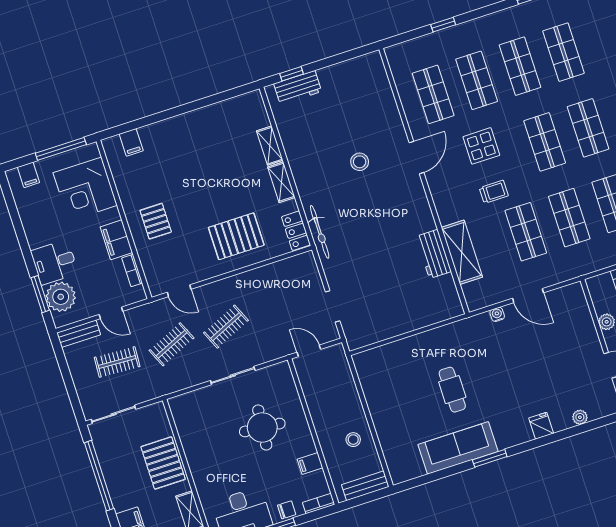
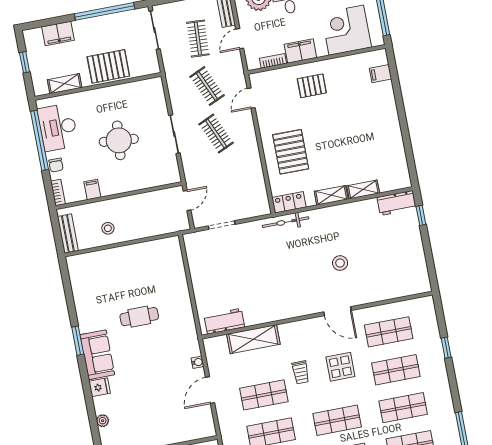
workbench: (298, 88) -> (397, 203), moved, turned -90
workbench: (434, 254) -> (224, 321), moved
round table: (262, 428) -> (119, 140), moved
sofa: (458, 448) -> (97, 355), moved, width x0.73

